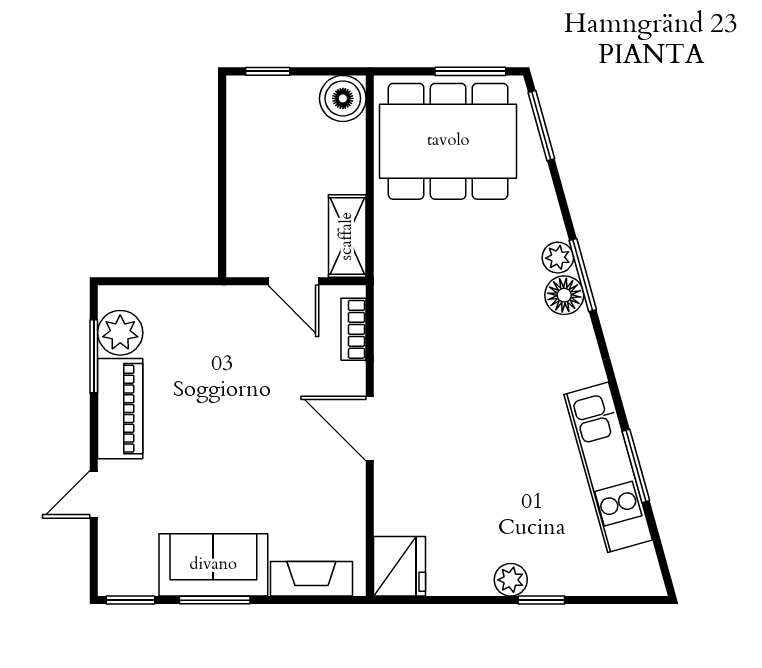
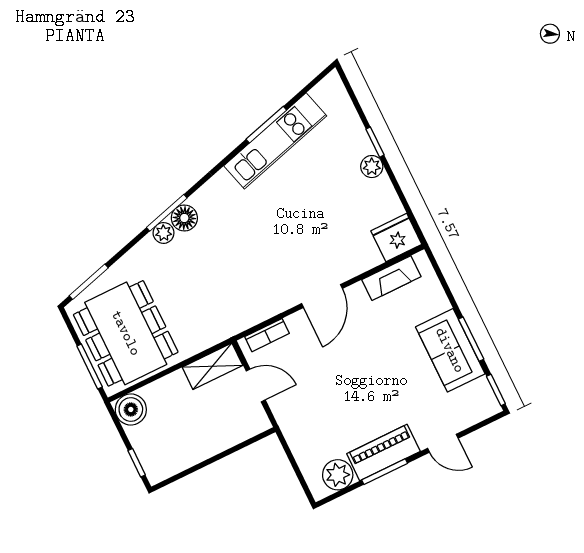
window: (470, 71) -> (90, 366), moved
door: (293, 281) -> (256, 385), hinge flipped
window: (94, 356) -> (385, 472), moved
fireplace: (311, 579) -> (391, 278), moved, turned -90

